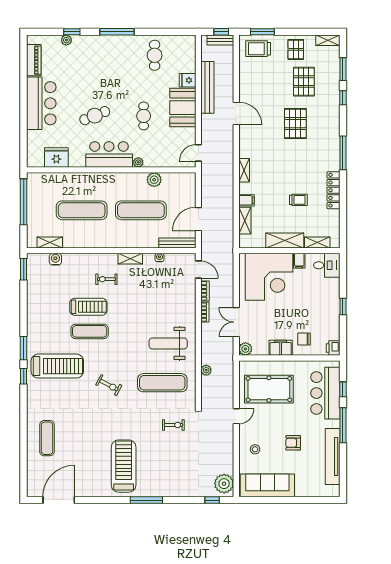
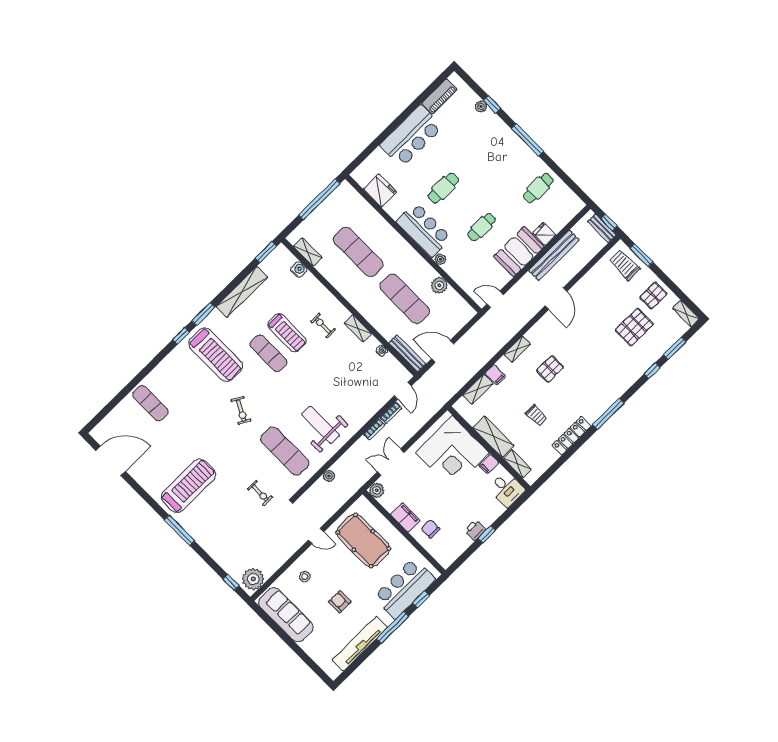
cafe table: (95, 116) -> (443, 188), turned -68
pallet: (295, 124) -> (550, 369), moved, width x0.67, depth x0.71
shelving: (34, 310) -> (242, 292), added
printer: (333, 348) -> (475, 530), moved
exercise mat: (47, 438) -> (150, 403), turned 90

